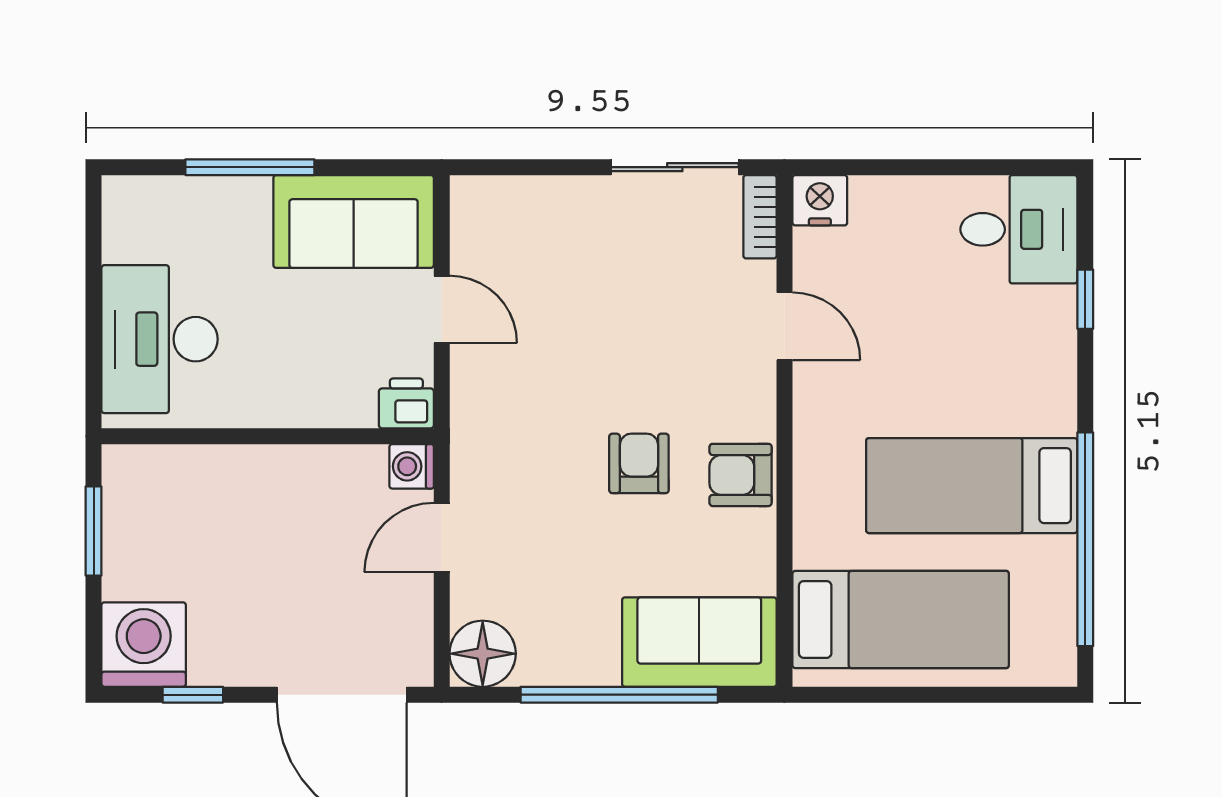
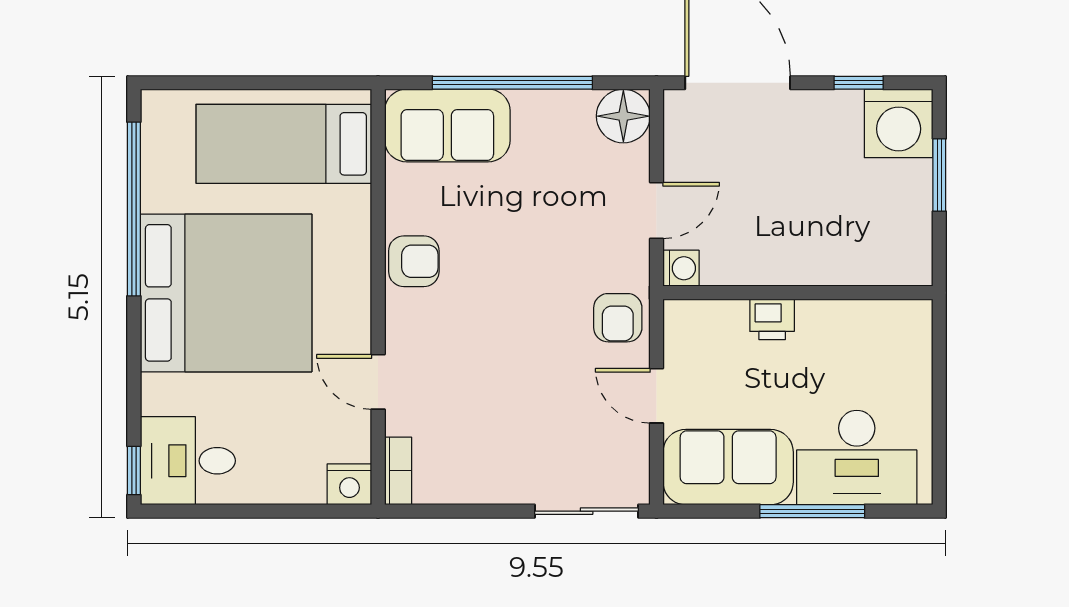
sliding door: (675, 167) -> (587, 511), moved
window: (1085, 299) -> (134, 470), moved
desk: (160, 339) -> (857, 458), moved, turned 90
printer: (406, 403) -> (772, 319), moved
armchair: (639, 463) -> (618, 318), moved
bed: (972, 486) -> (226, 293), width x2.04
window: (94, 531) -> (939, 175), moved

